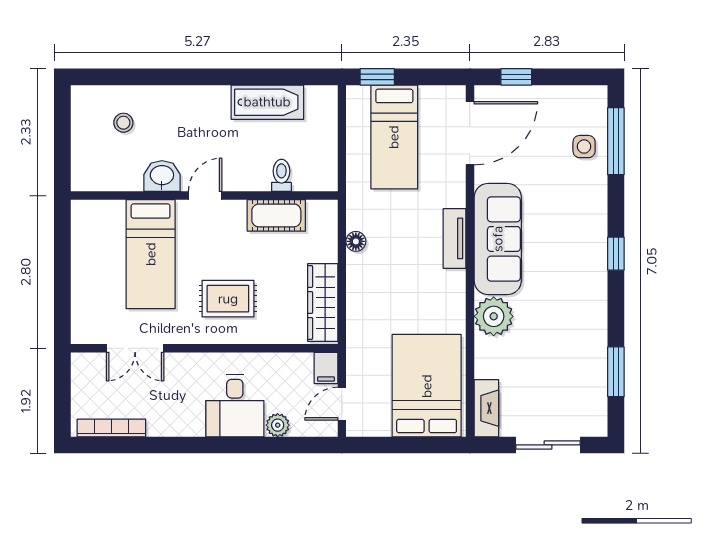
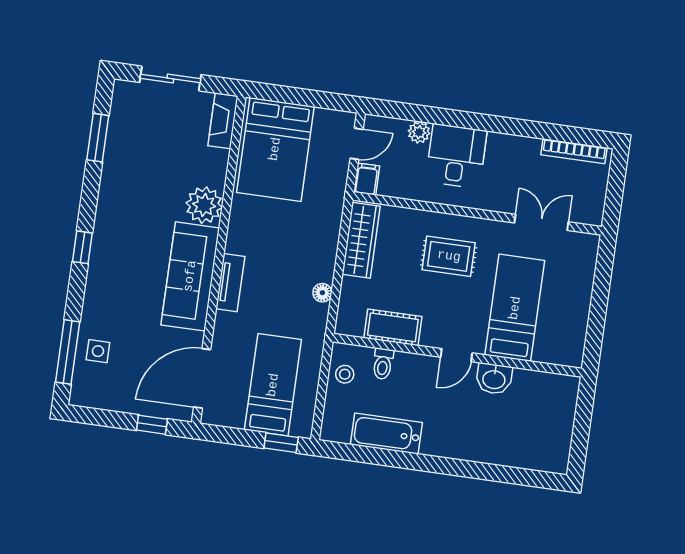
stool: (123, 123) -> (345, 374), moved

